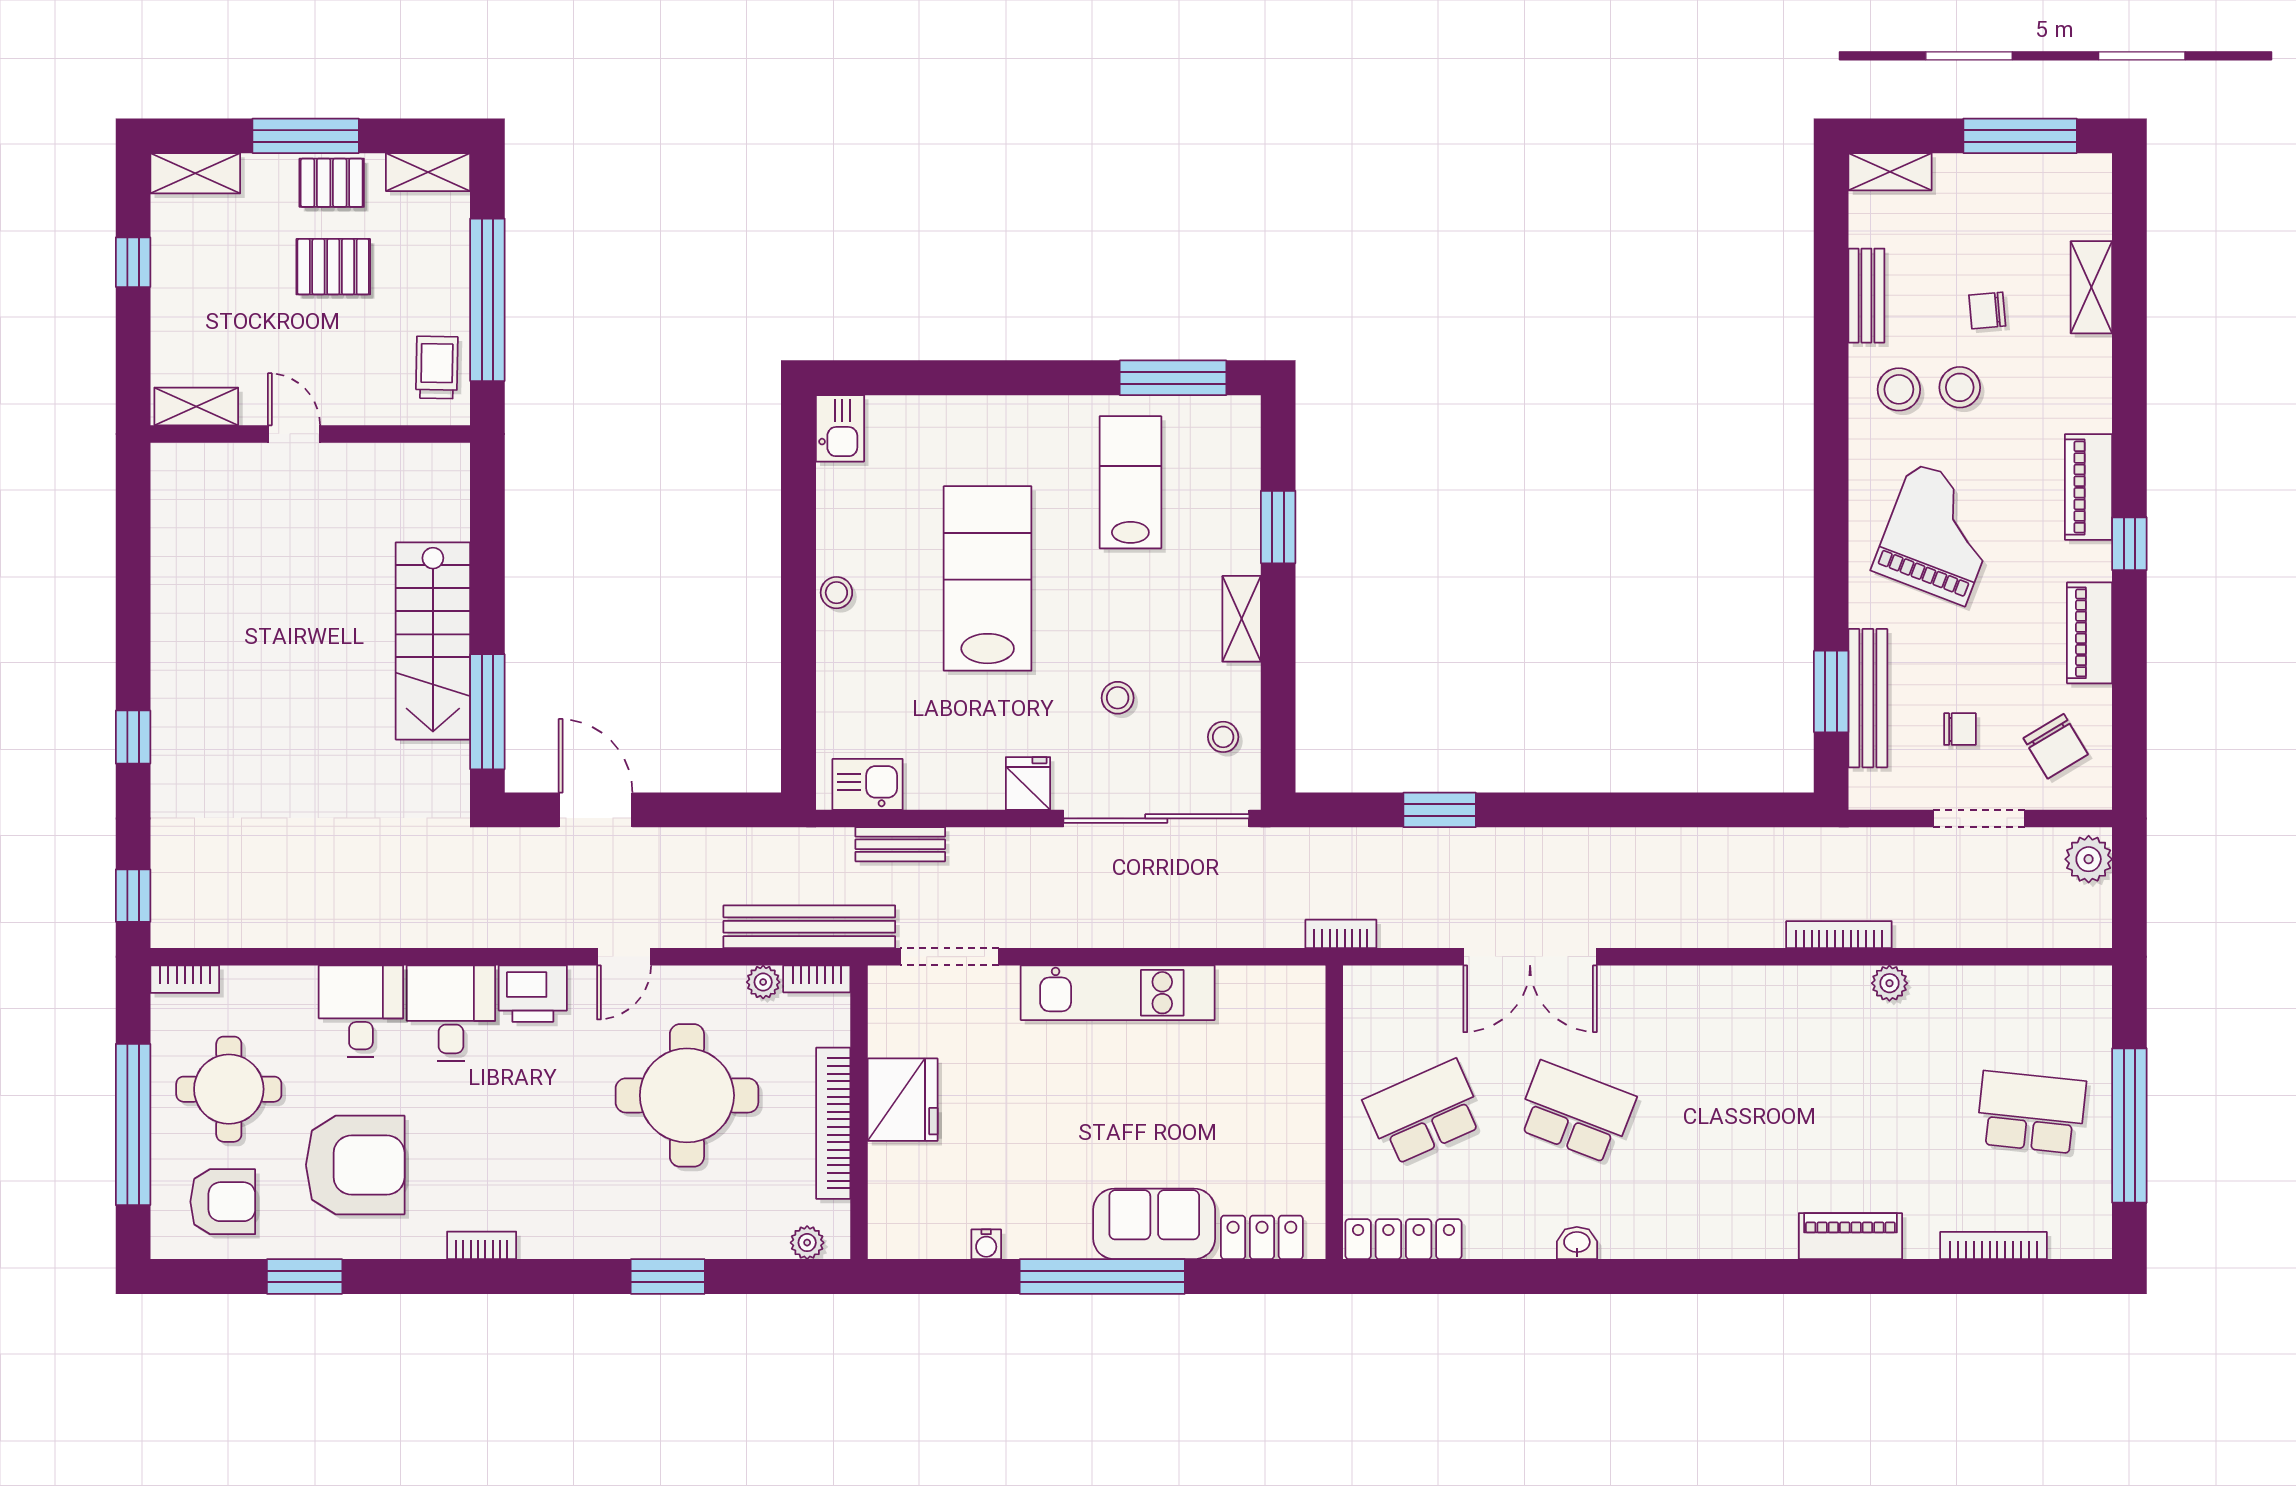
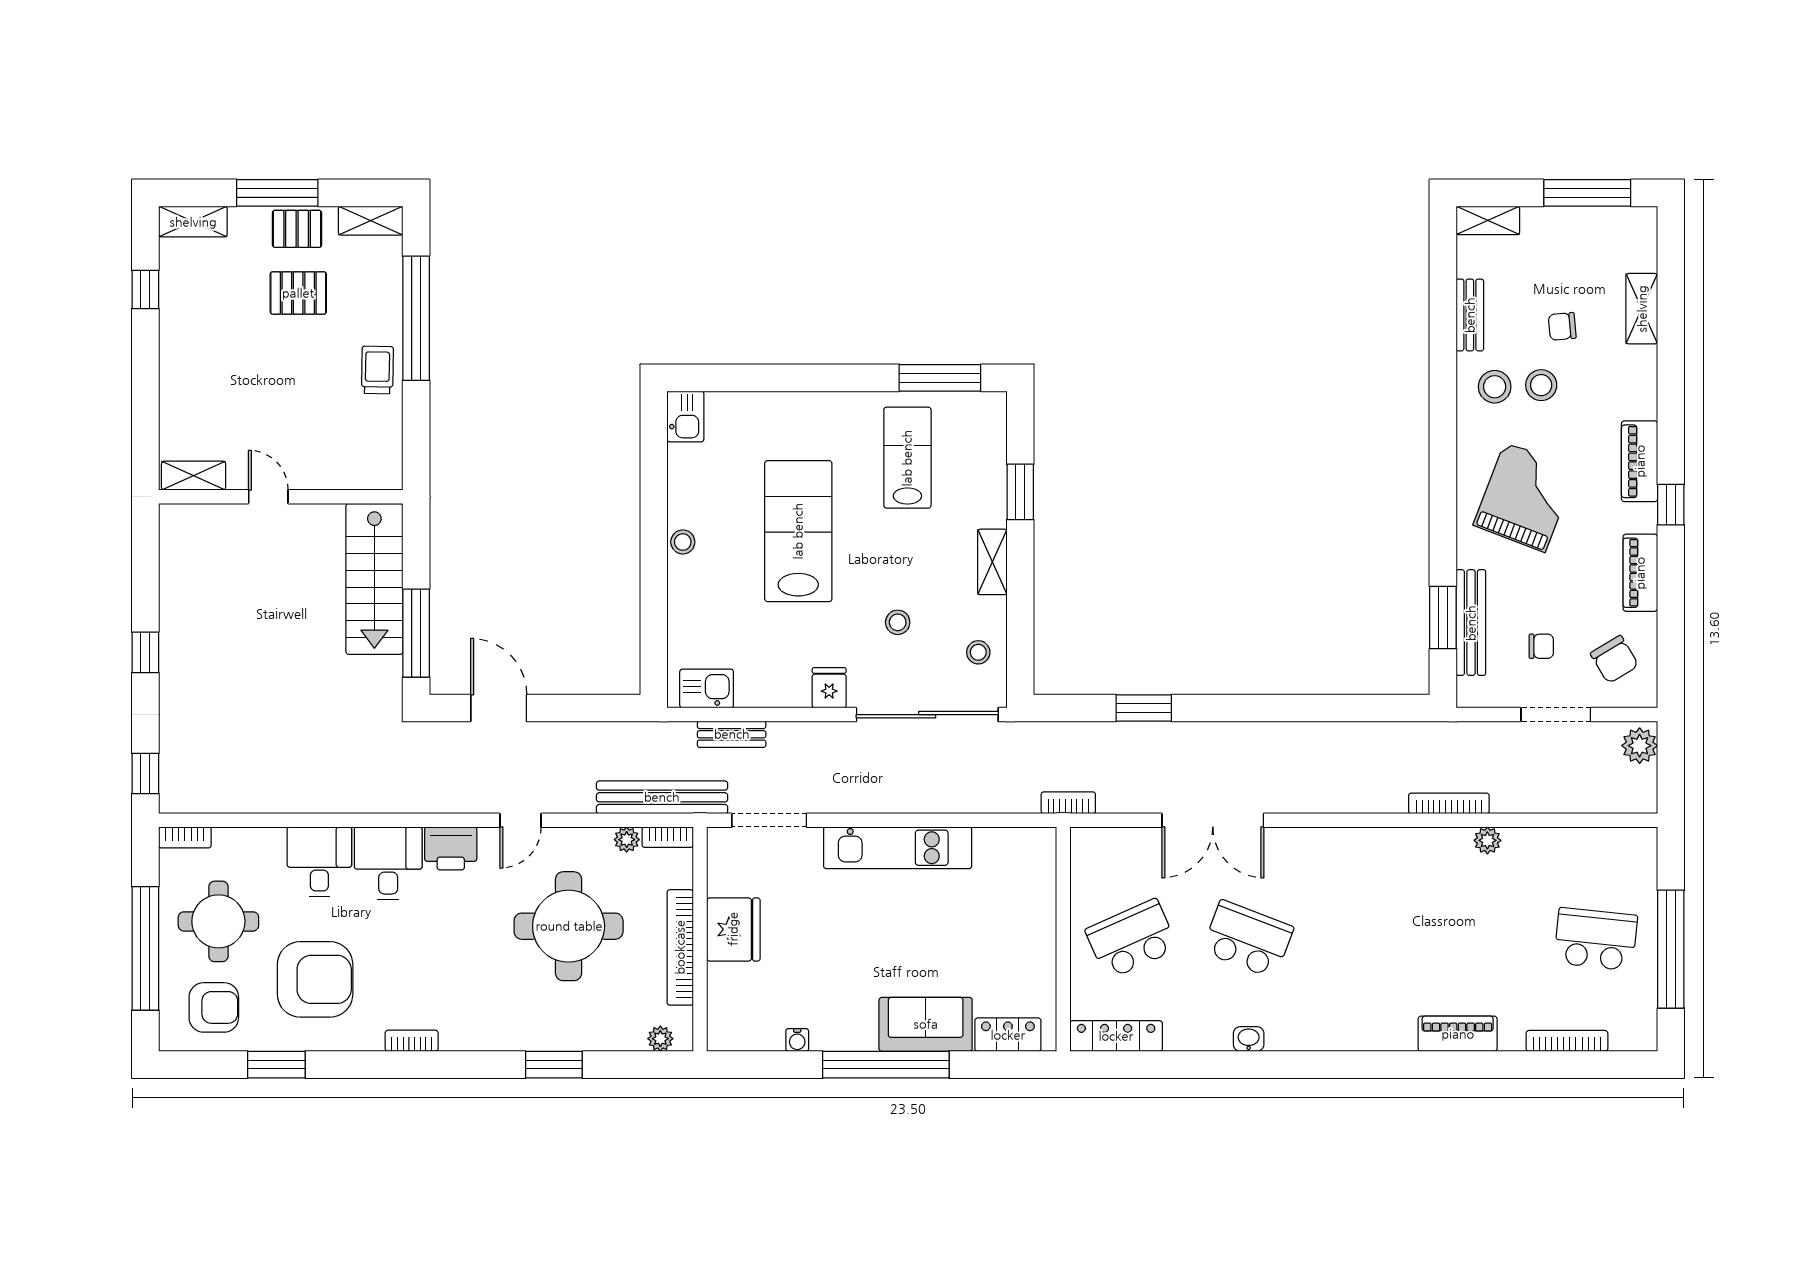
shelving: (196, 406) -> (194, 476), moved
door: (294, 434) -> (268, 497), moved
wall: (310, 434) -> (281, 497), moved

